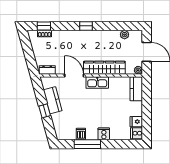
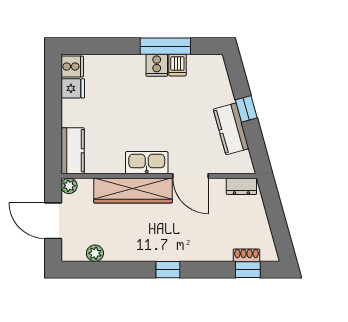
cooker: (104, 134) -> (157, 65), moved

